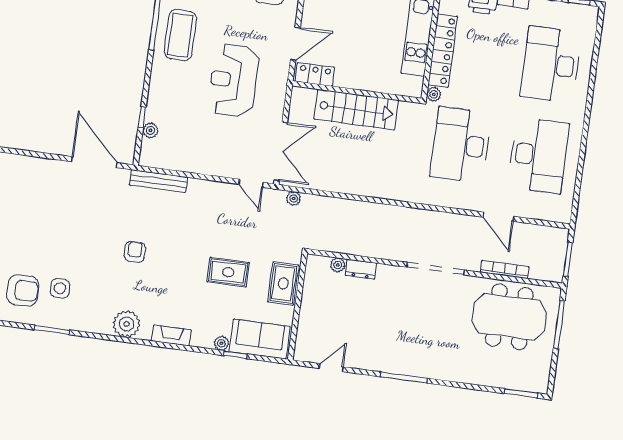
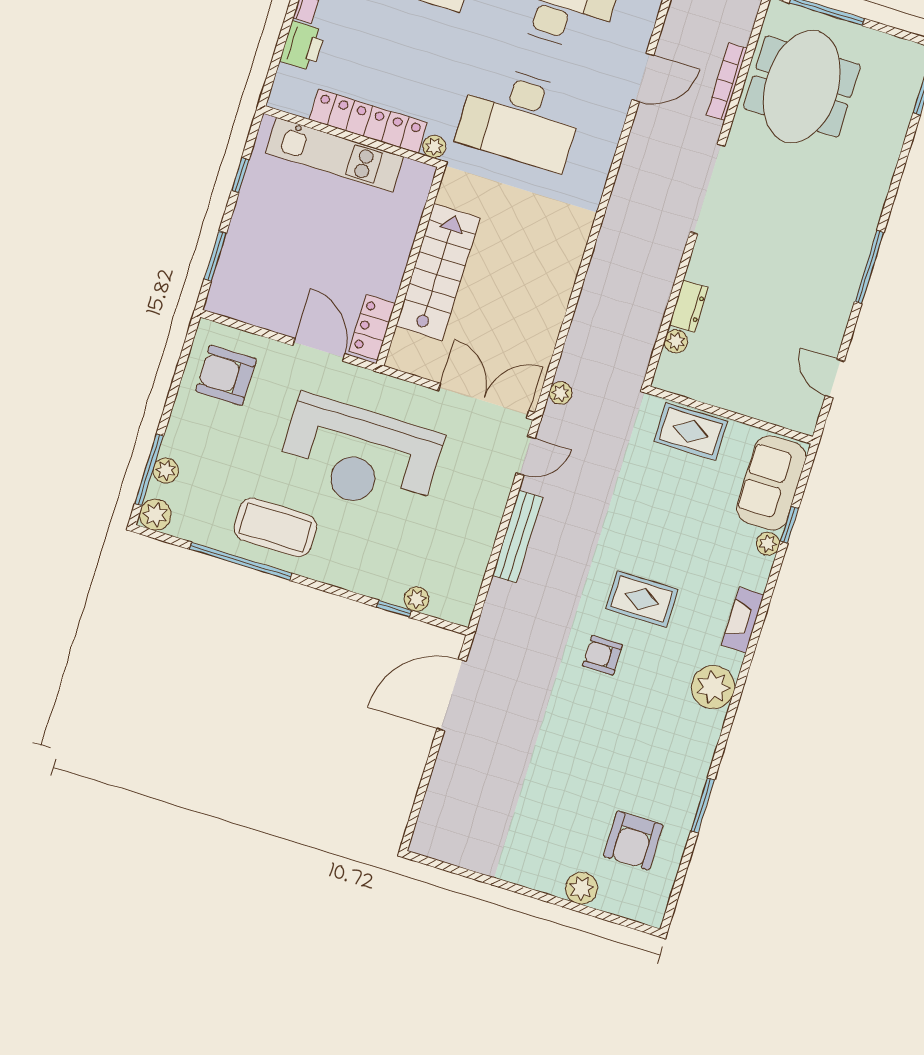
reception desk: (233, 80) -> (360, 456), width x1.36, depth x1.30
bench: (158, 181) -> (517, 537), moved
rug: (228, 272) -> (642, 599), moved, turned 90
side table: (60, 288) -> (640, 782), removed
armchair: (23, 290) -> (633, 841), turned 180

